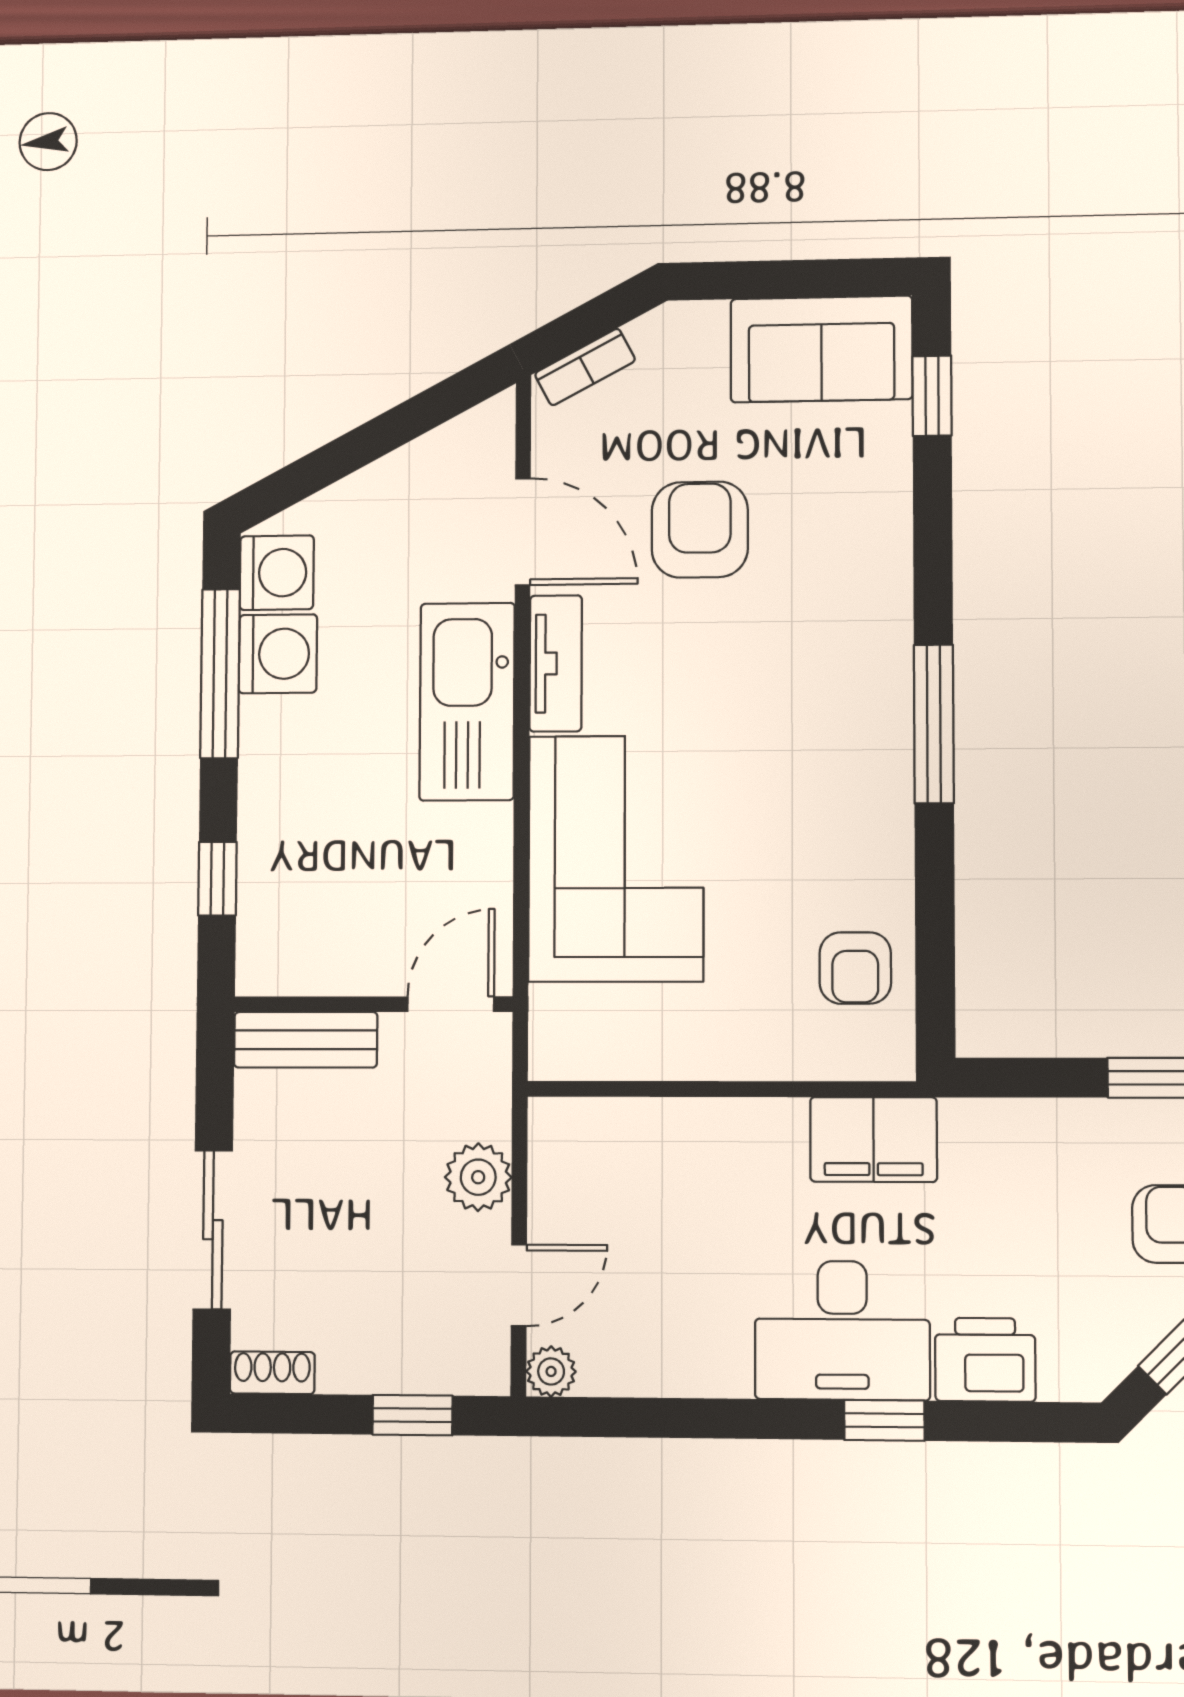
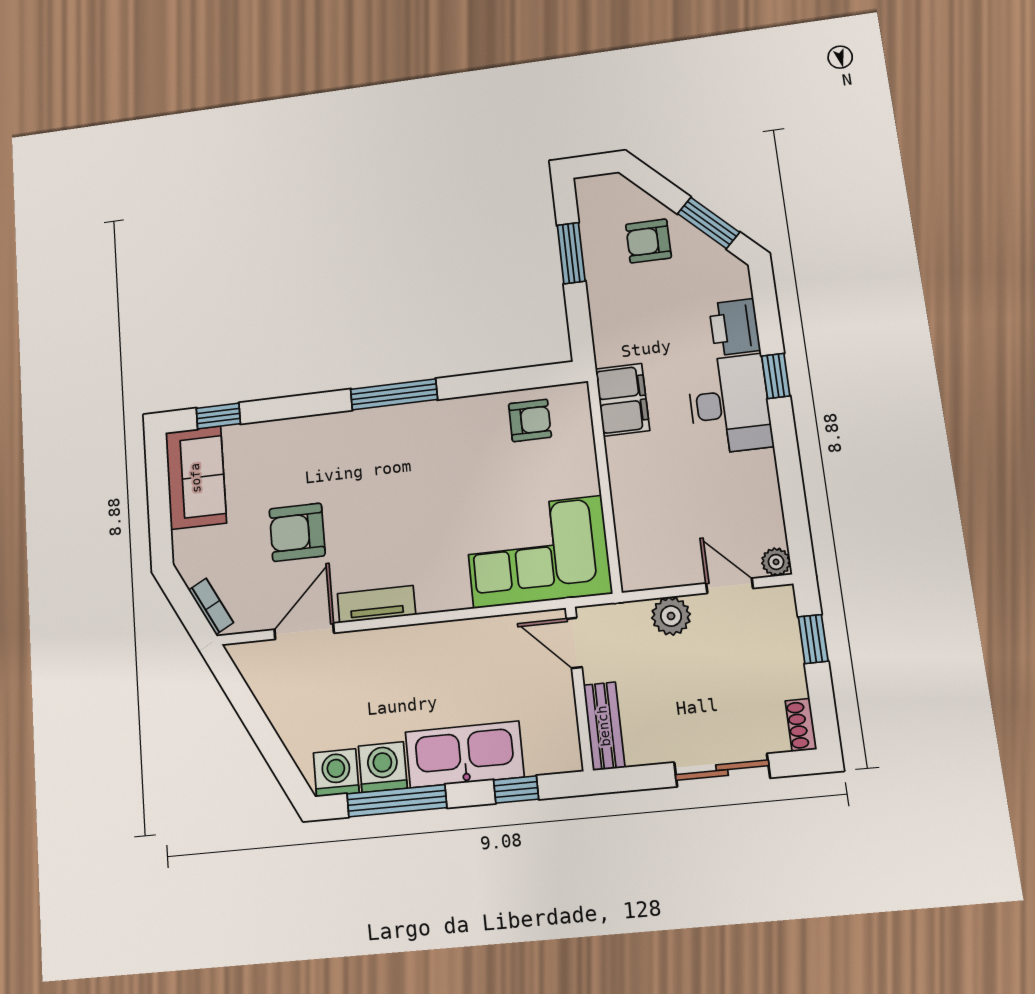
kitchen sink: (467, 702) -> (465, 754), moved, turned 180
corner sofa: (616, 859) -> (538, 552), moved

